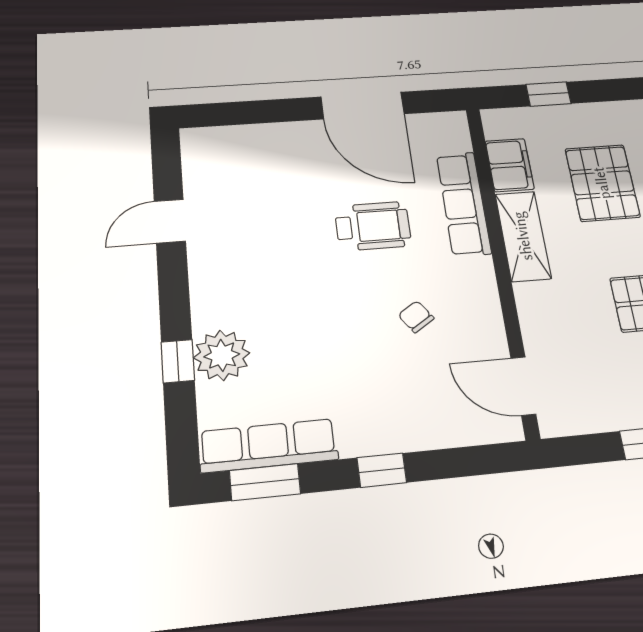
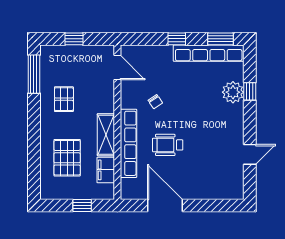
row of seats: (464, 204) -> (128, 143), width x1.36
row of seats: (268, 446) -> (209, 53), width x1.36

